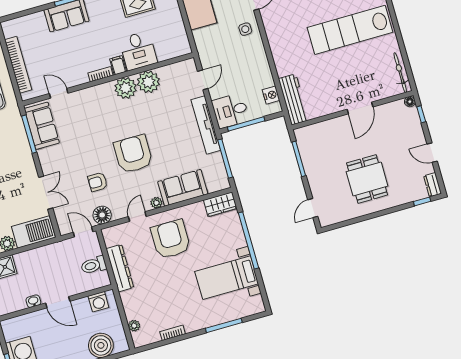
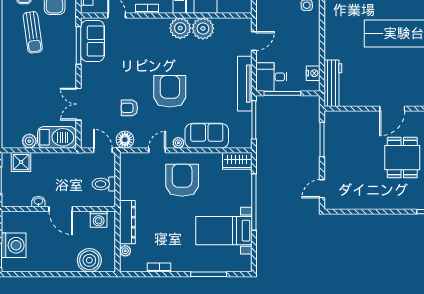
bookcase: (100, 74) -> (147, 9), moved
dining table: (367, 179) -> (402, 158), moved
double door: (46, 193) -> (79, 104), swing flipped
dresser: (120, 268) -> (127, 222), moved

